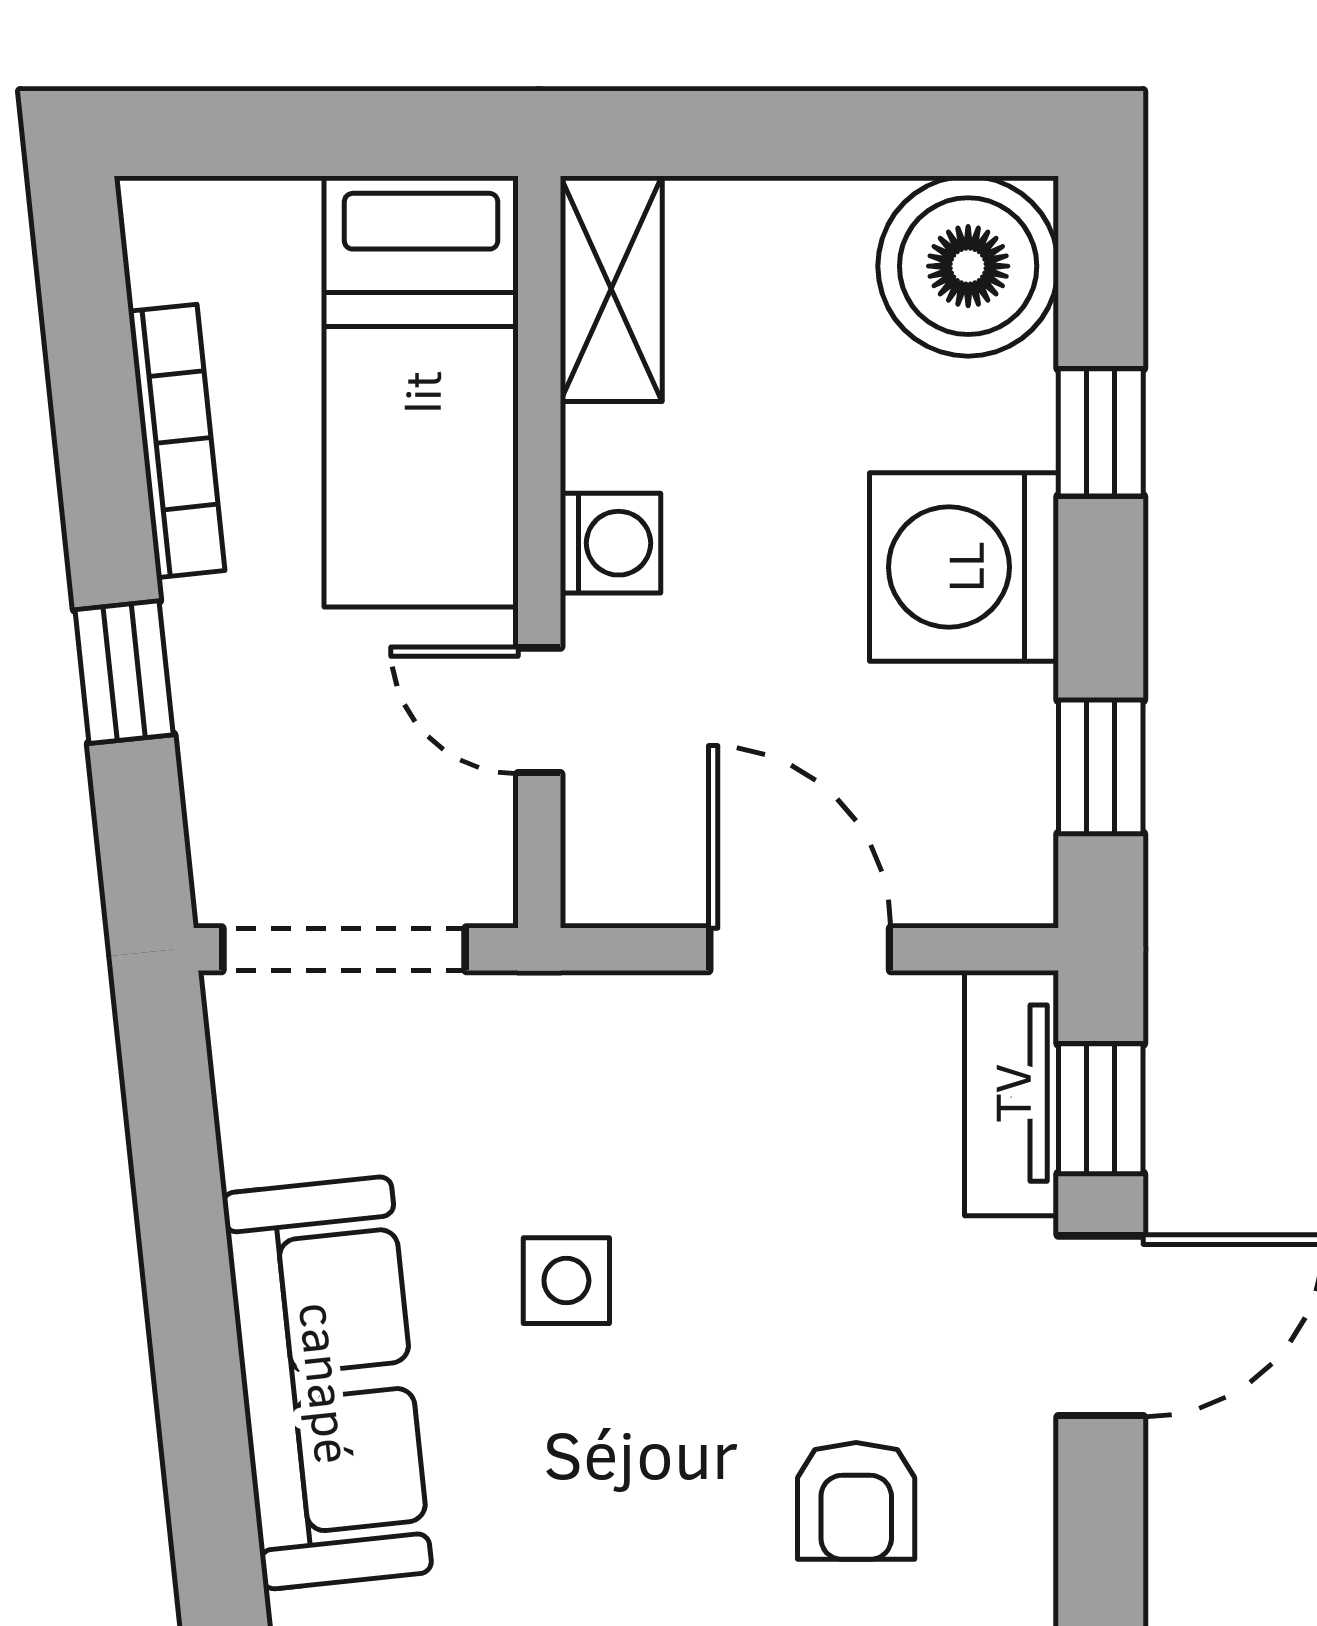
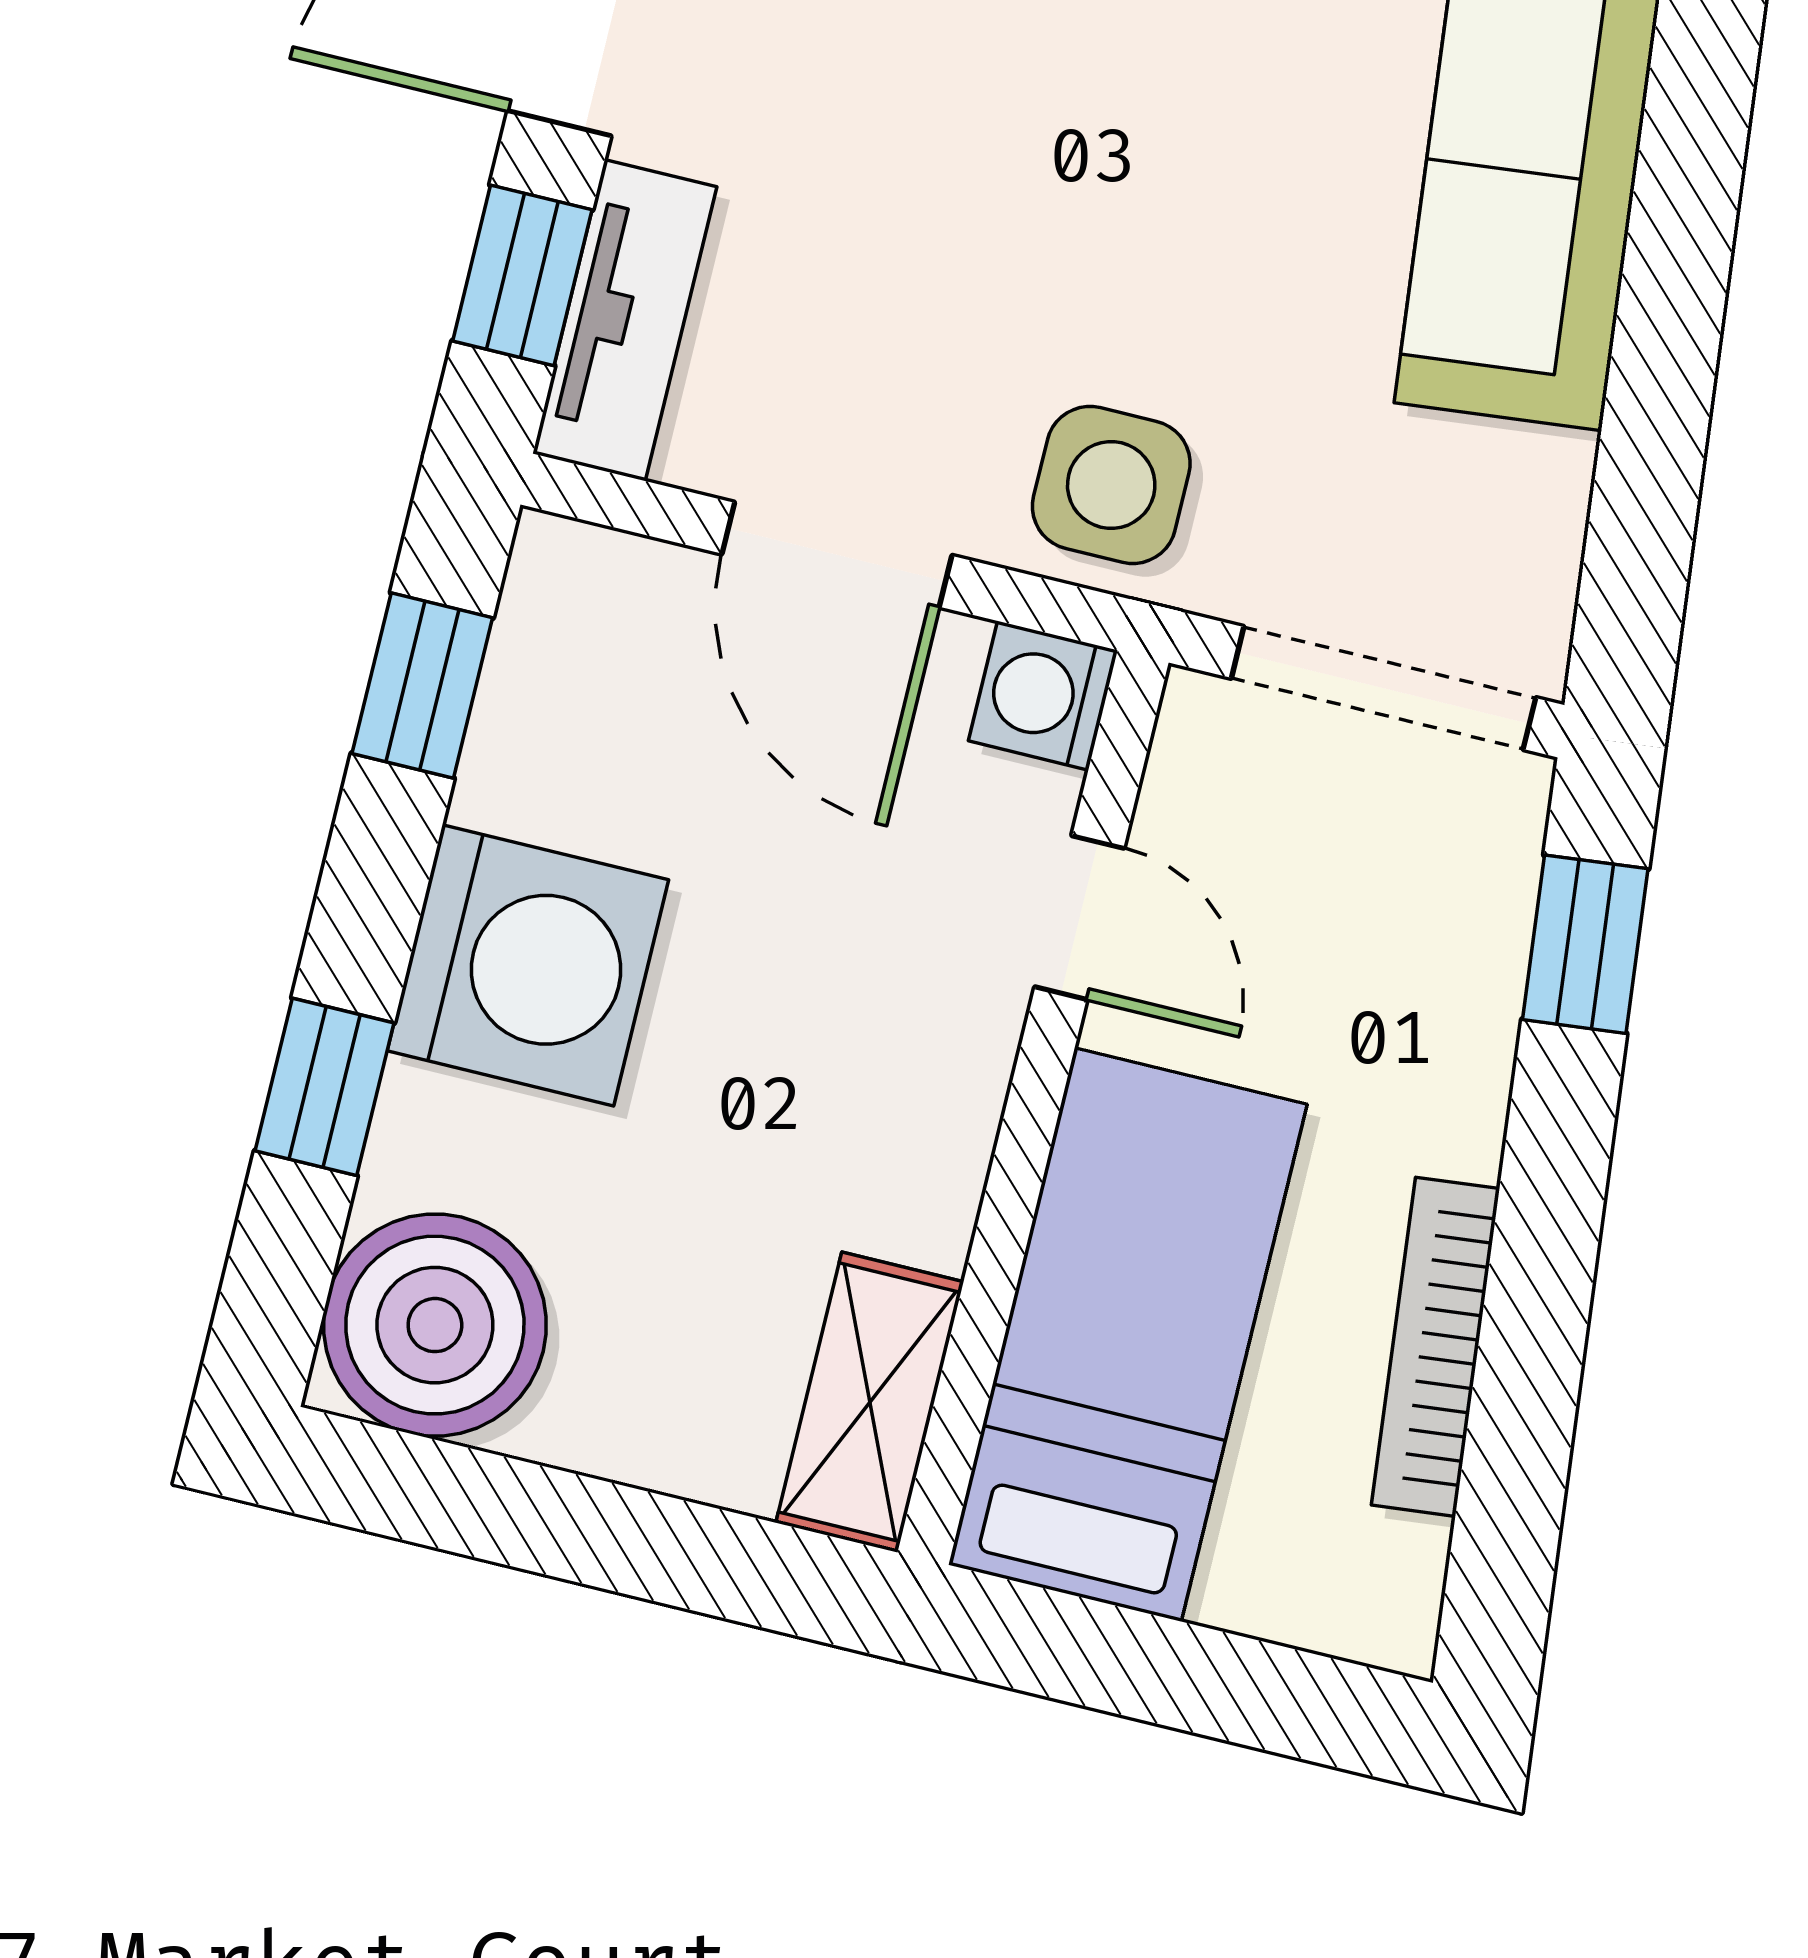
washing machine: (610, 543) -> (1043, 696), moved
window: (124, 672) -> (1585, 944), moved
side table: (566, 1281) -> (1111, 485), moved, width x1.37, depth x1.37

